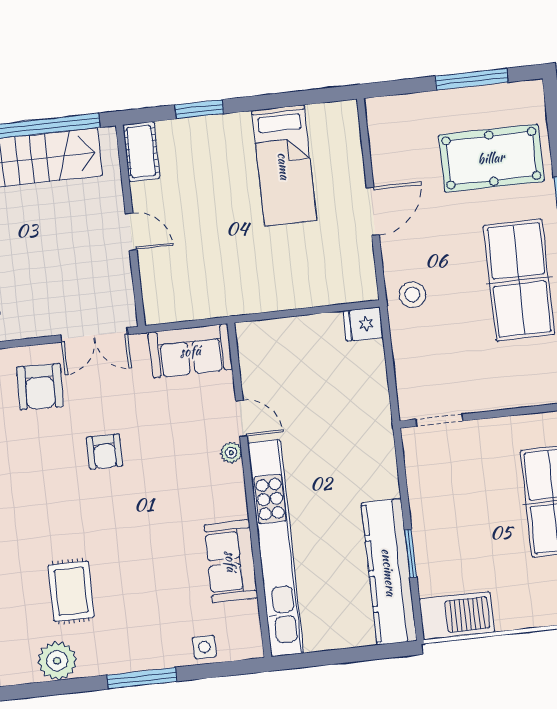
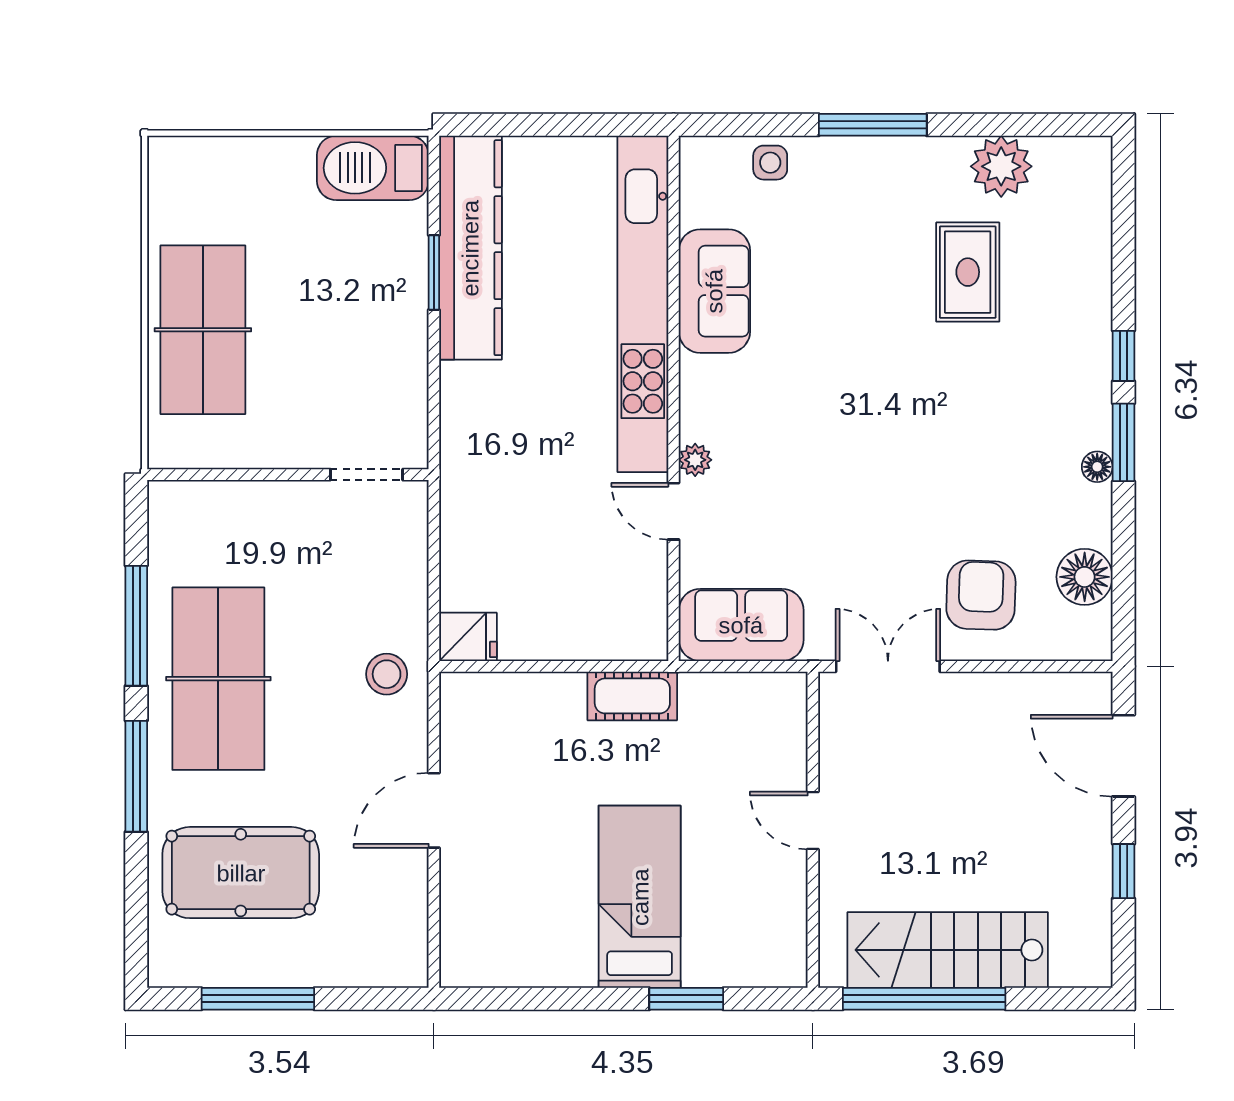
cot: (141, 151) -> (632, 696), moved, turned 90
bed: (284, 166) -> (640, 897), moved
armchair: (105, 452) -> (892, 483), removed

